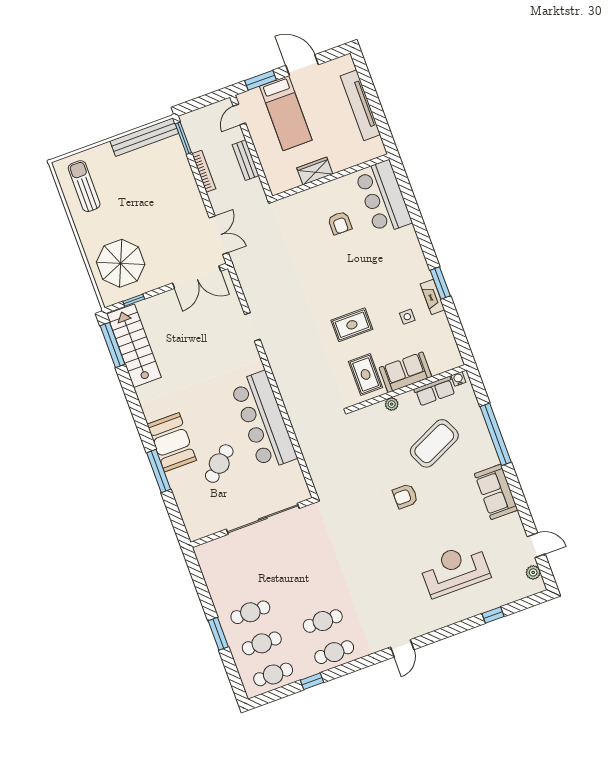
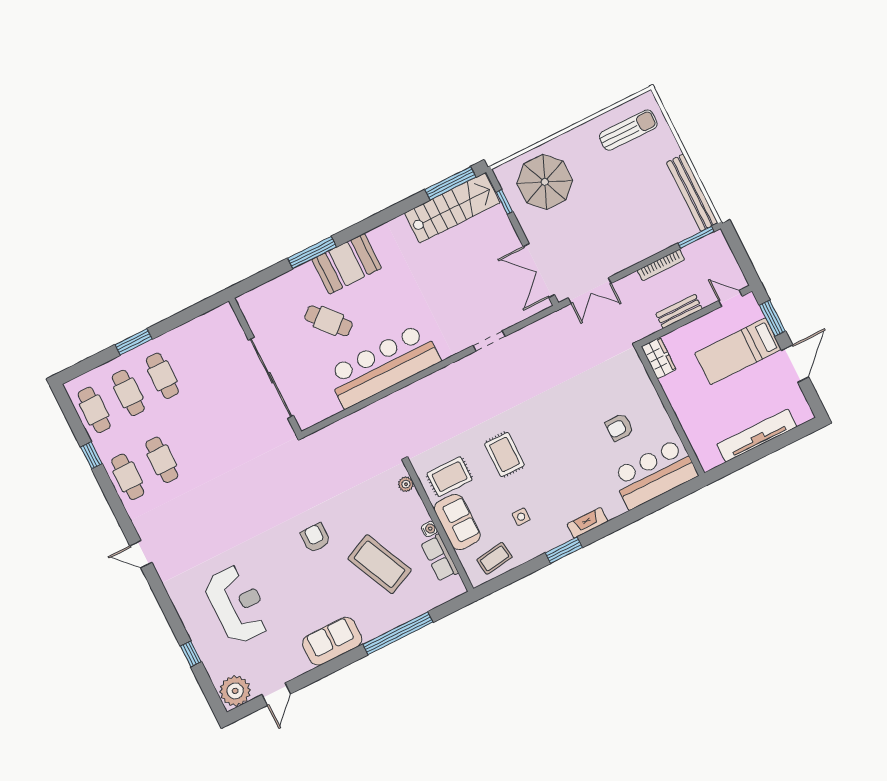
wardrobe: (315, 171) -> (659, 358), moved
fireplace: (432, 297) -> (587, 523), moved
coffee table: (441, 344) -> (494, 558), added
water cooler: (458, 379) -> (429, 529), moved
plant: (392, 404) -> (406, 484), moved
plant: (533, 572) -> (235, 691), width x1.87, depth x1.87

